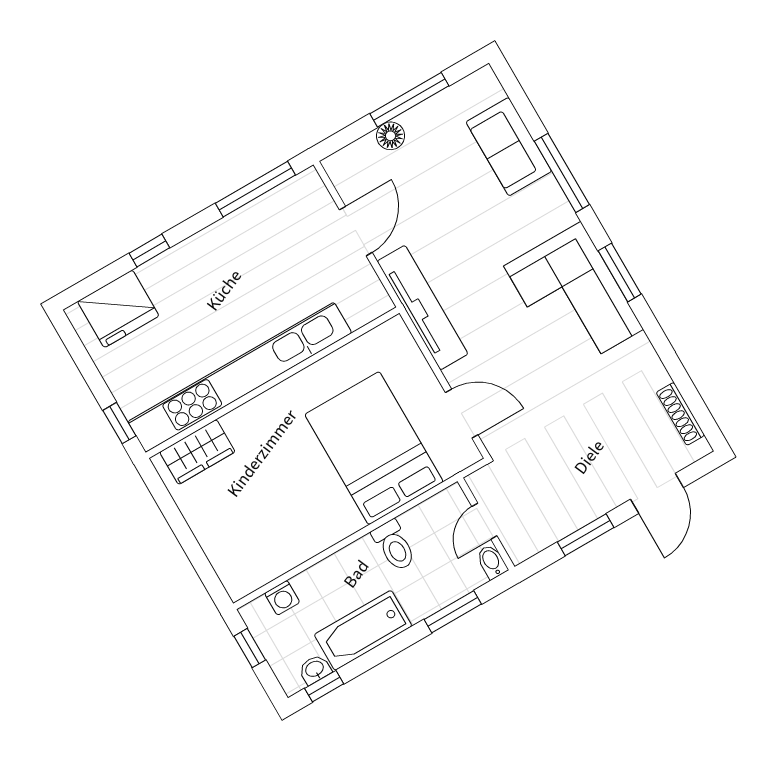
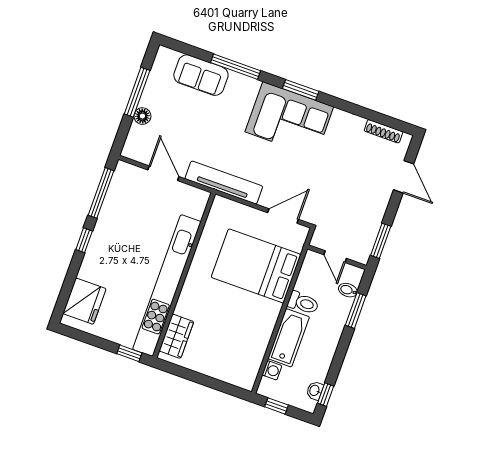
window: (149, 251) -> (84, 240), moved
window: (586, 535) -> (381, 241), moved
bidet: (492, 562) -> (348, 290), moved
bathtub: (363, 630) -> (289, 338), moved, turned 180

